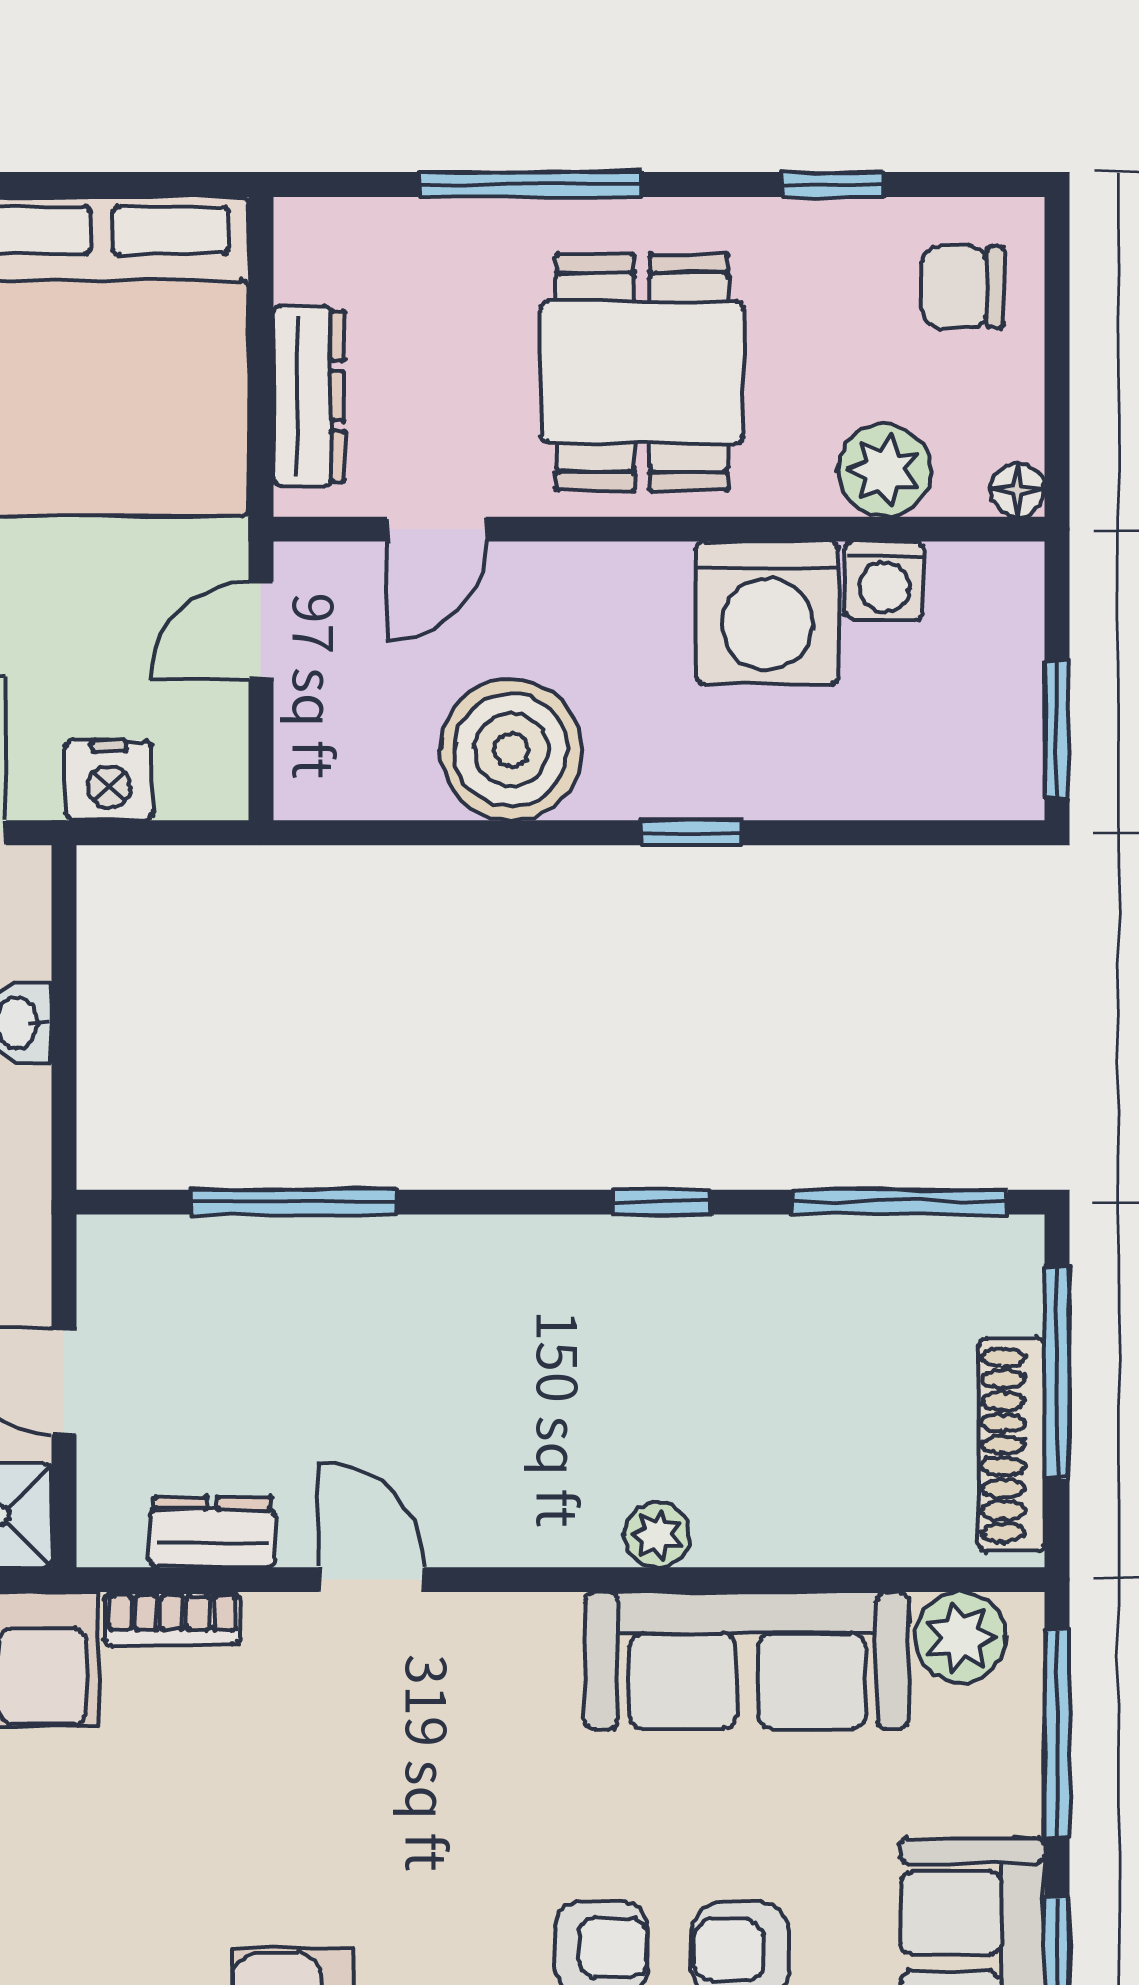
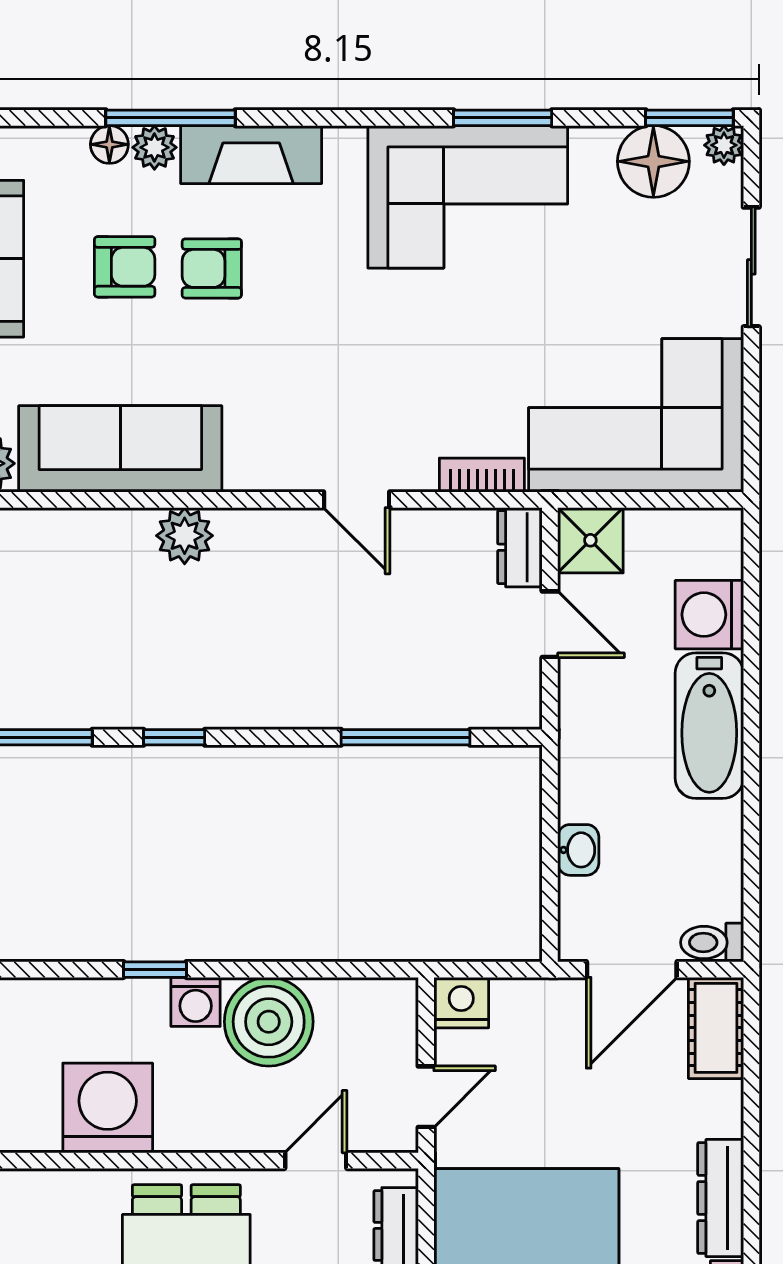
plant: (884, 470) -> (34, 1197), removed
washing machine: (884, 581) -> (196, 1002), moved, turned 180
nightstand: (109, 780) -> (461, 1003), moved
dresser: (212, 1532) -> (520, 547), moved, turned 90
plant: (657, 1535) -> (185, 536), width x1.38, depth x1.38

